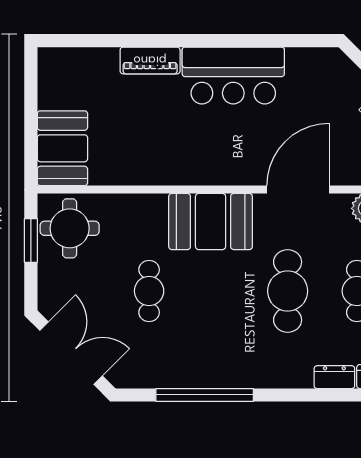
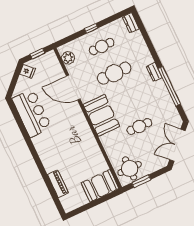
piano: (150, 60) -> (58, 184), moved
bar counter: (233, 75) -> (32, 113), moved
dresser: (334, 377) -> (154, 72), moved

